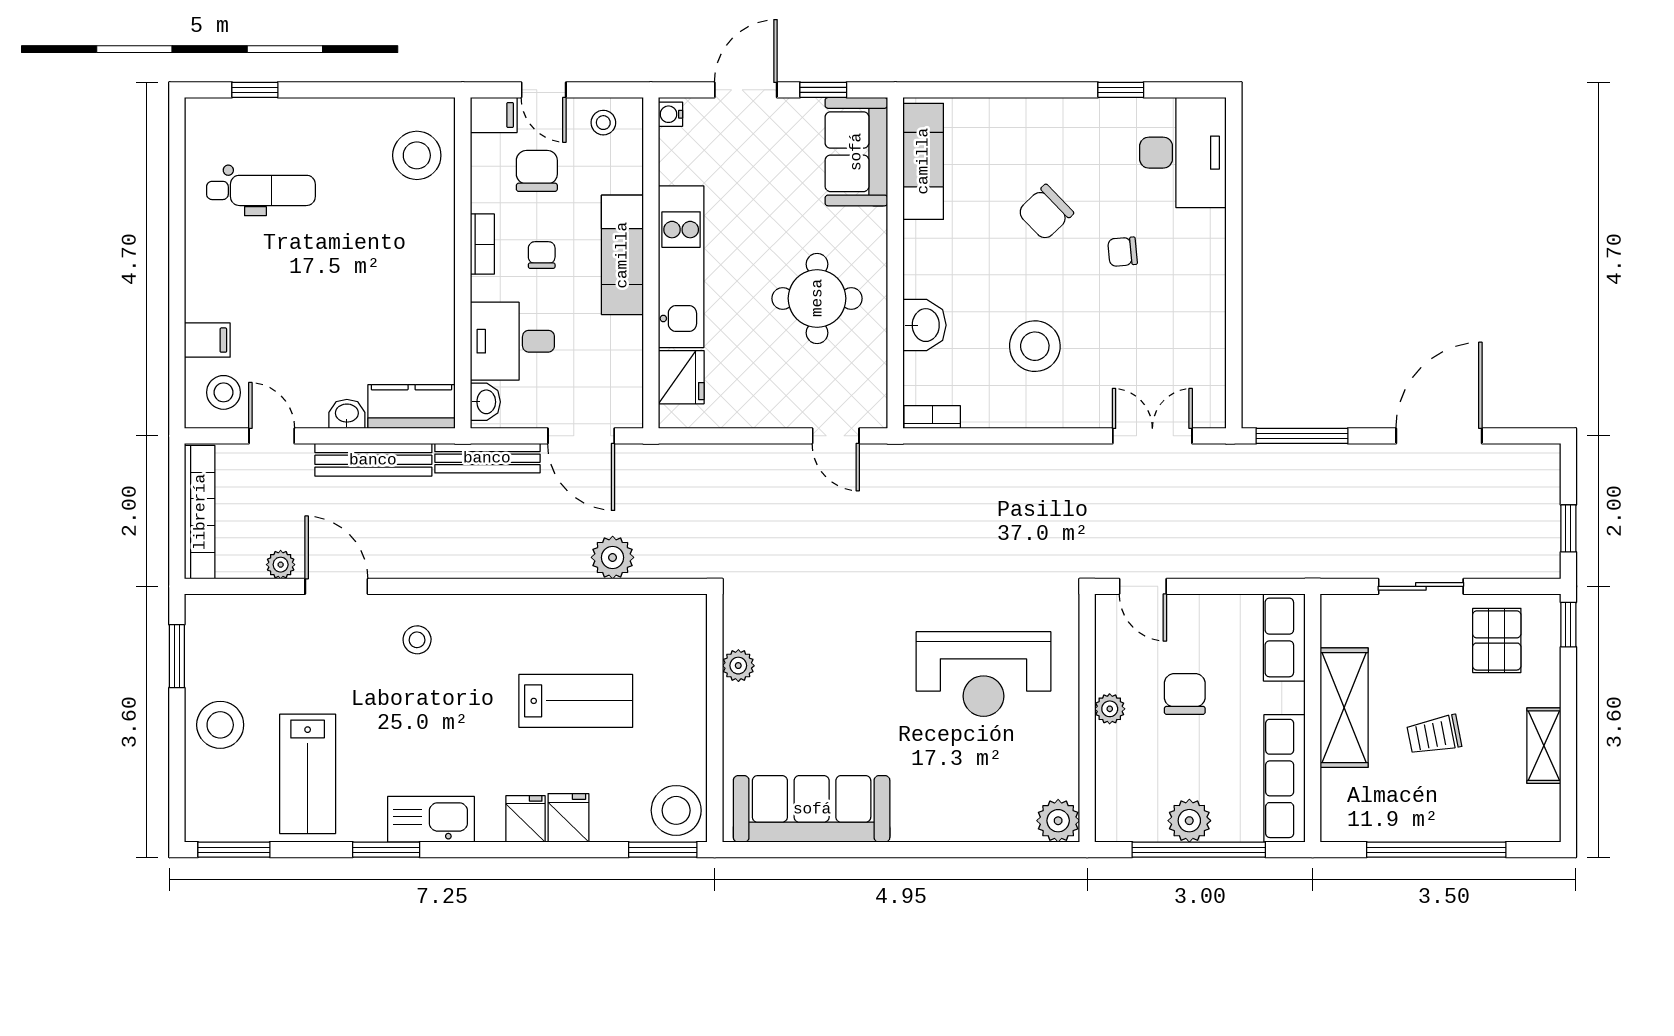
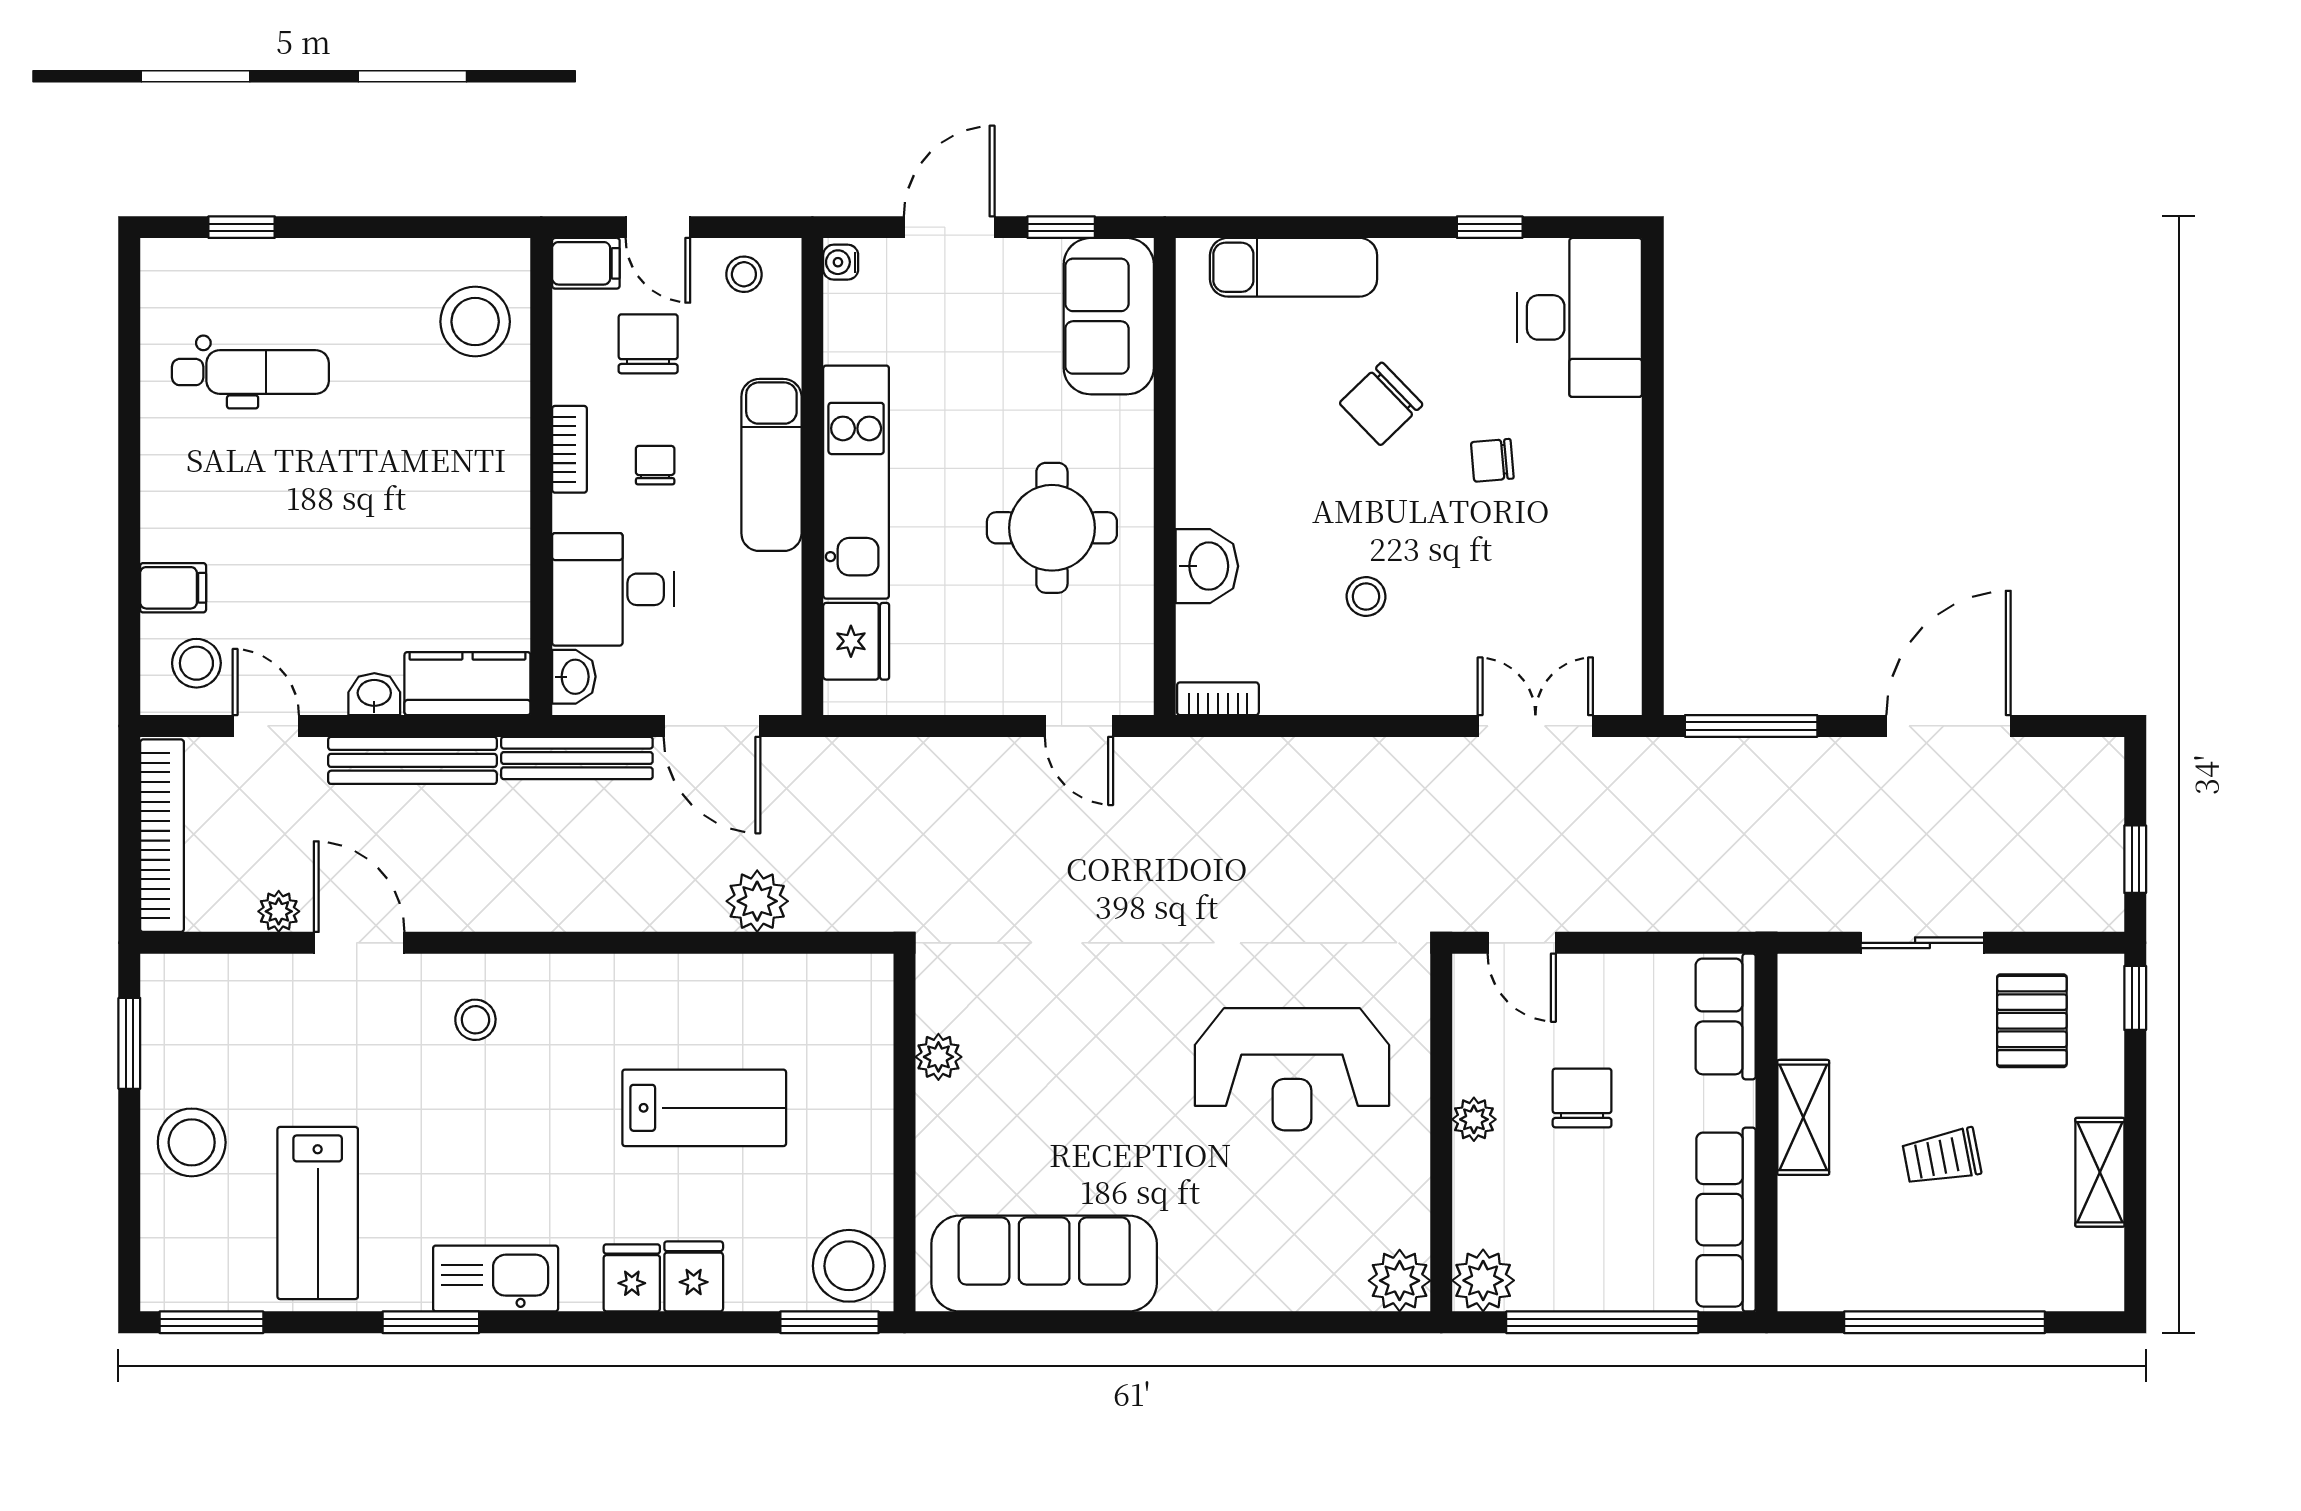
exam couch: (923, 161) -> (1294, 267), moved, turned 90
stool: (1035, 346) -> (1366, 596), width x0.53, depth x0.53
shelving: (1344, 708) -> (1803, 1117), width x0.67, depth x0.75
plant: (1189, 821) -> (1483, 1280), moved

